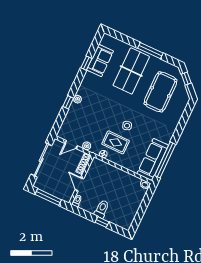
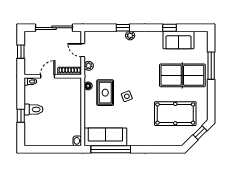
window: (150, 51) -> (211, 66), moved
window: (48, 197) -> (21, 52), width x0.46

